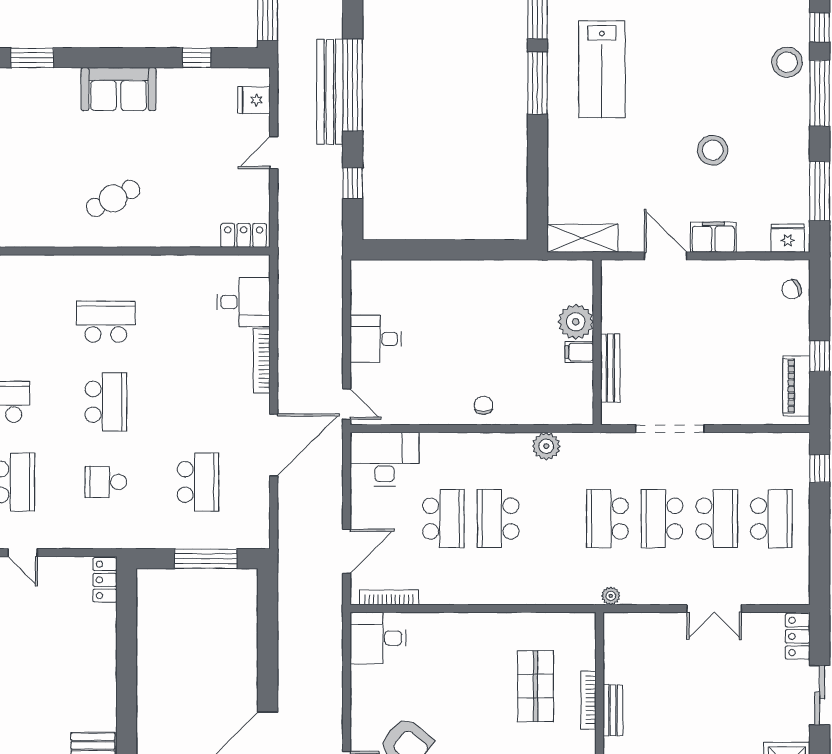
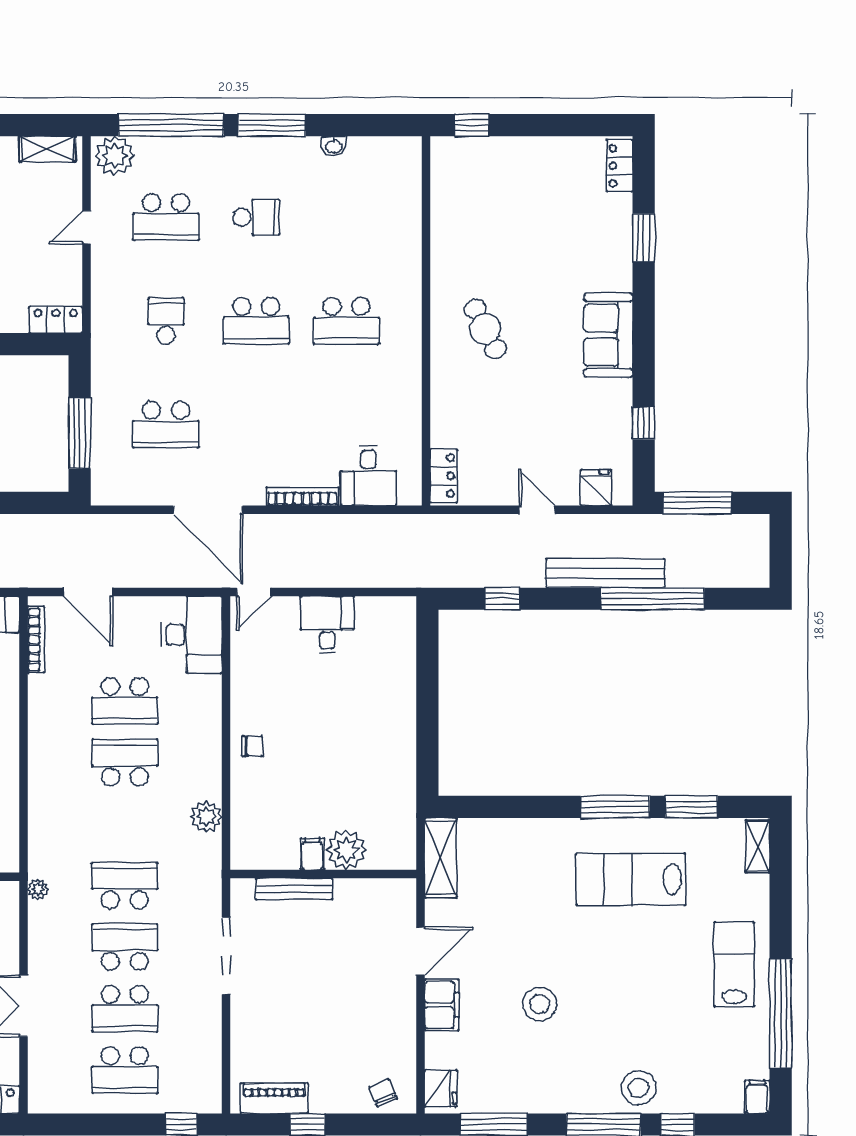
window: (353, 85) -> (653, 599), moved
school desk: (106, 322) -> (346, 321), turned 90

